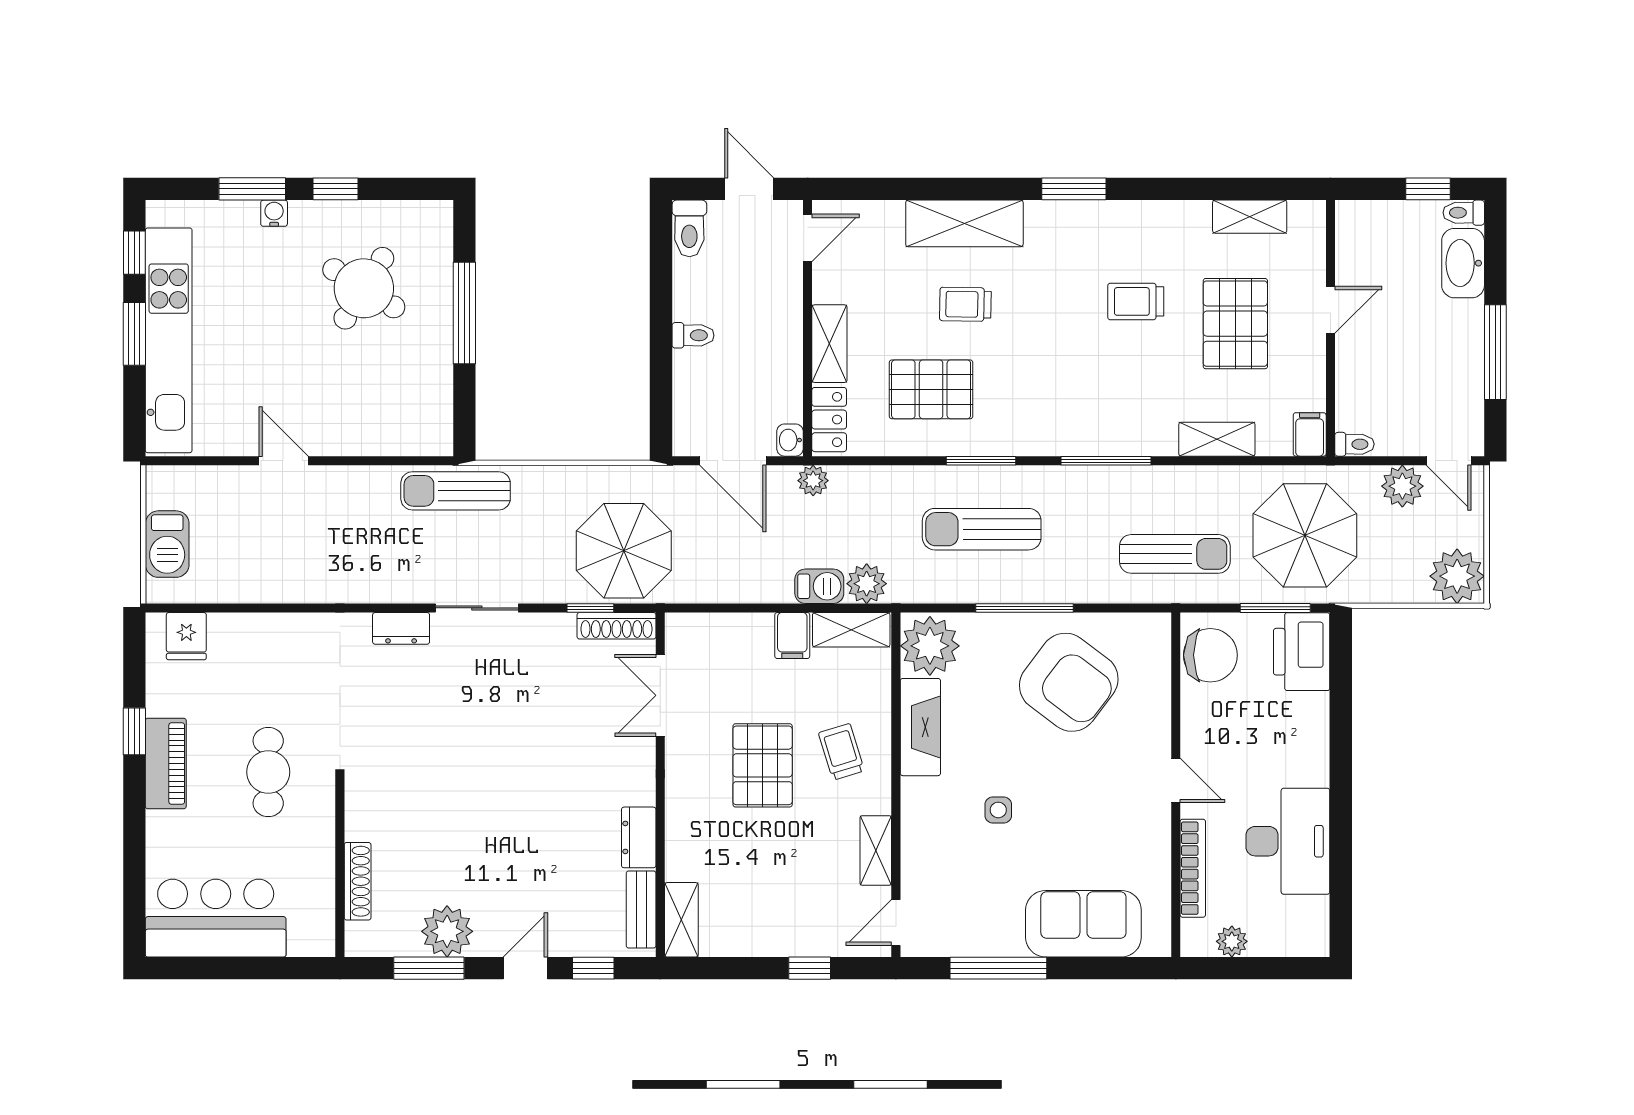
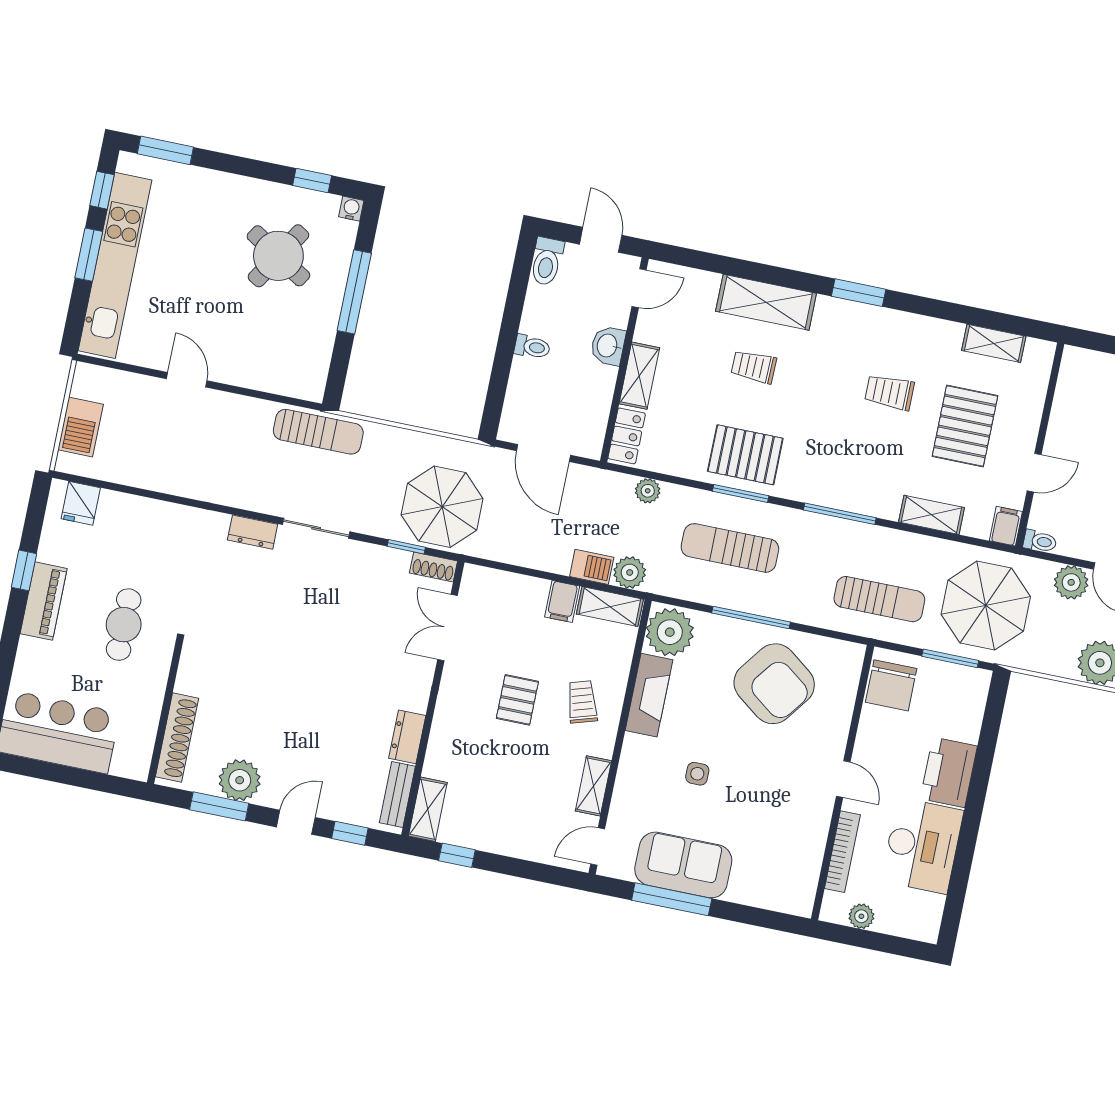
window: (252, 189) -> (165, 150), moved
window: (335, 189) -> (312, 180), moved
water cooler: (274, 213) -> (351, 209), moved
door: (1330, 310) -> (1034, 473), moved
pallet: (931, 389) -> (745, 455), moved
washbasin: (790, 440) -> (608, 346), moved, width x1.38, depth x1.45
plant: (813, 481) -> (648, 491), moved
sun lounger: (456, 491) -> (318, 432), turned 180
shoe rack: (617, 626) -> (433, 567), width x0.70
printer: (1302, 652) -> (949, 772), moved
chair: (1210, 655) -> (891, 685), turned 90
pallet: (763, 765) -> (517, 700), width x0.67, depth x0.71
shoe rack: (358, 881) -> (177, 738), width x1.36, depth x1.24
sofa: (1083, 924) -> (683, 865), moved
window: (810, 968) -> (457, 855), moved

